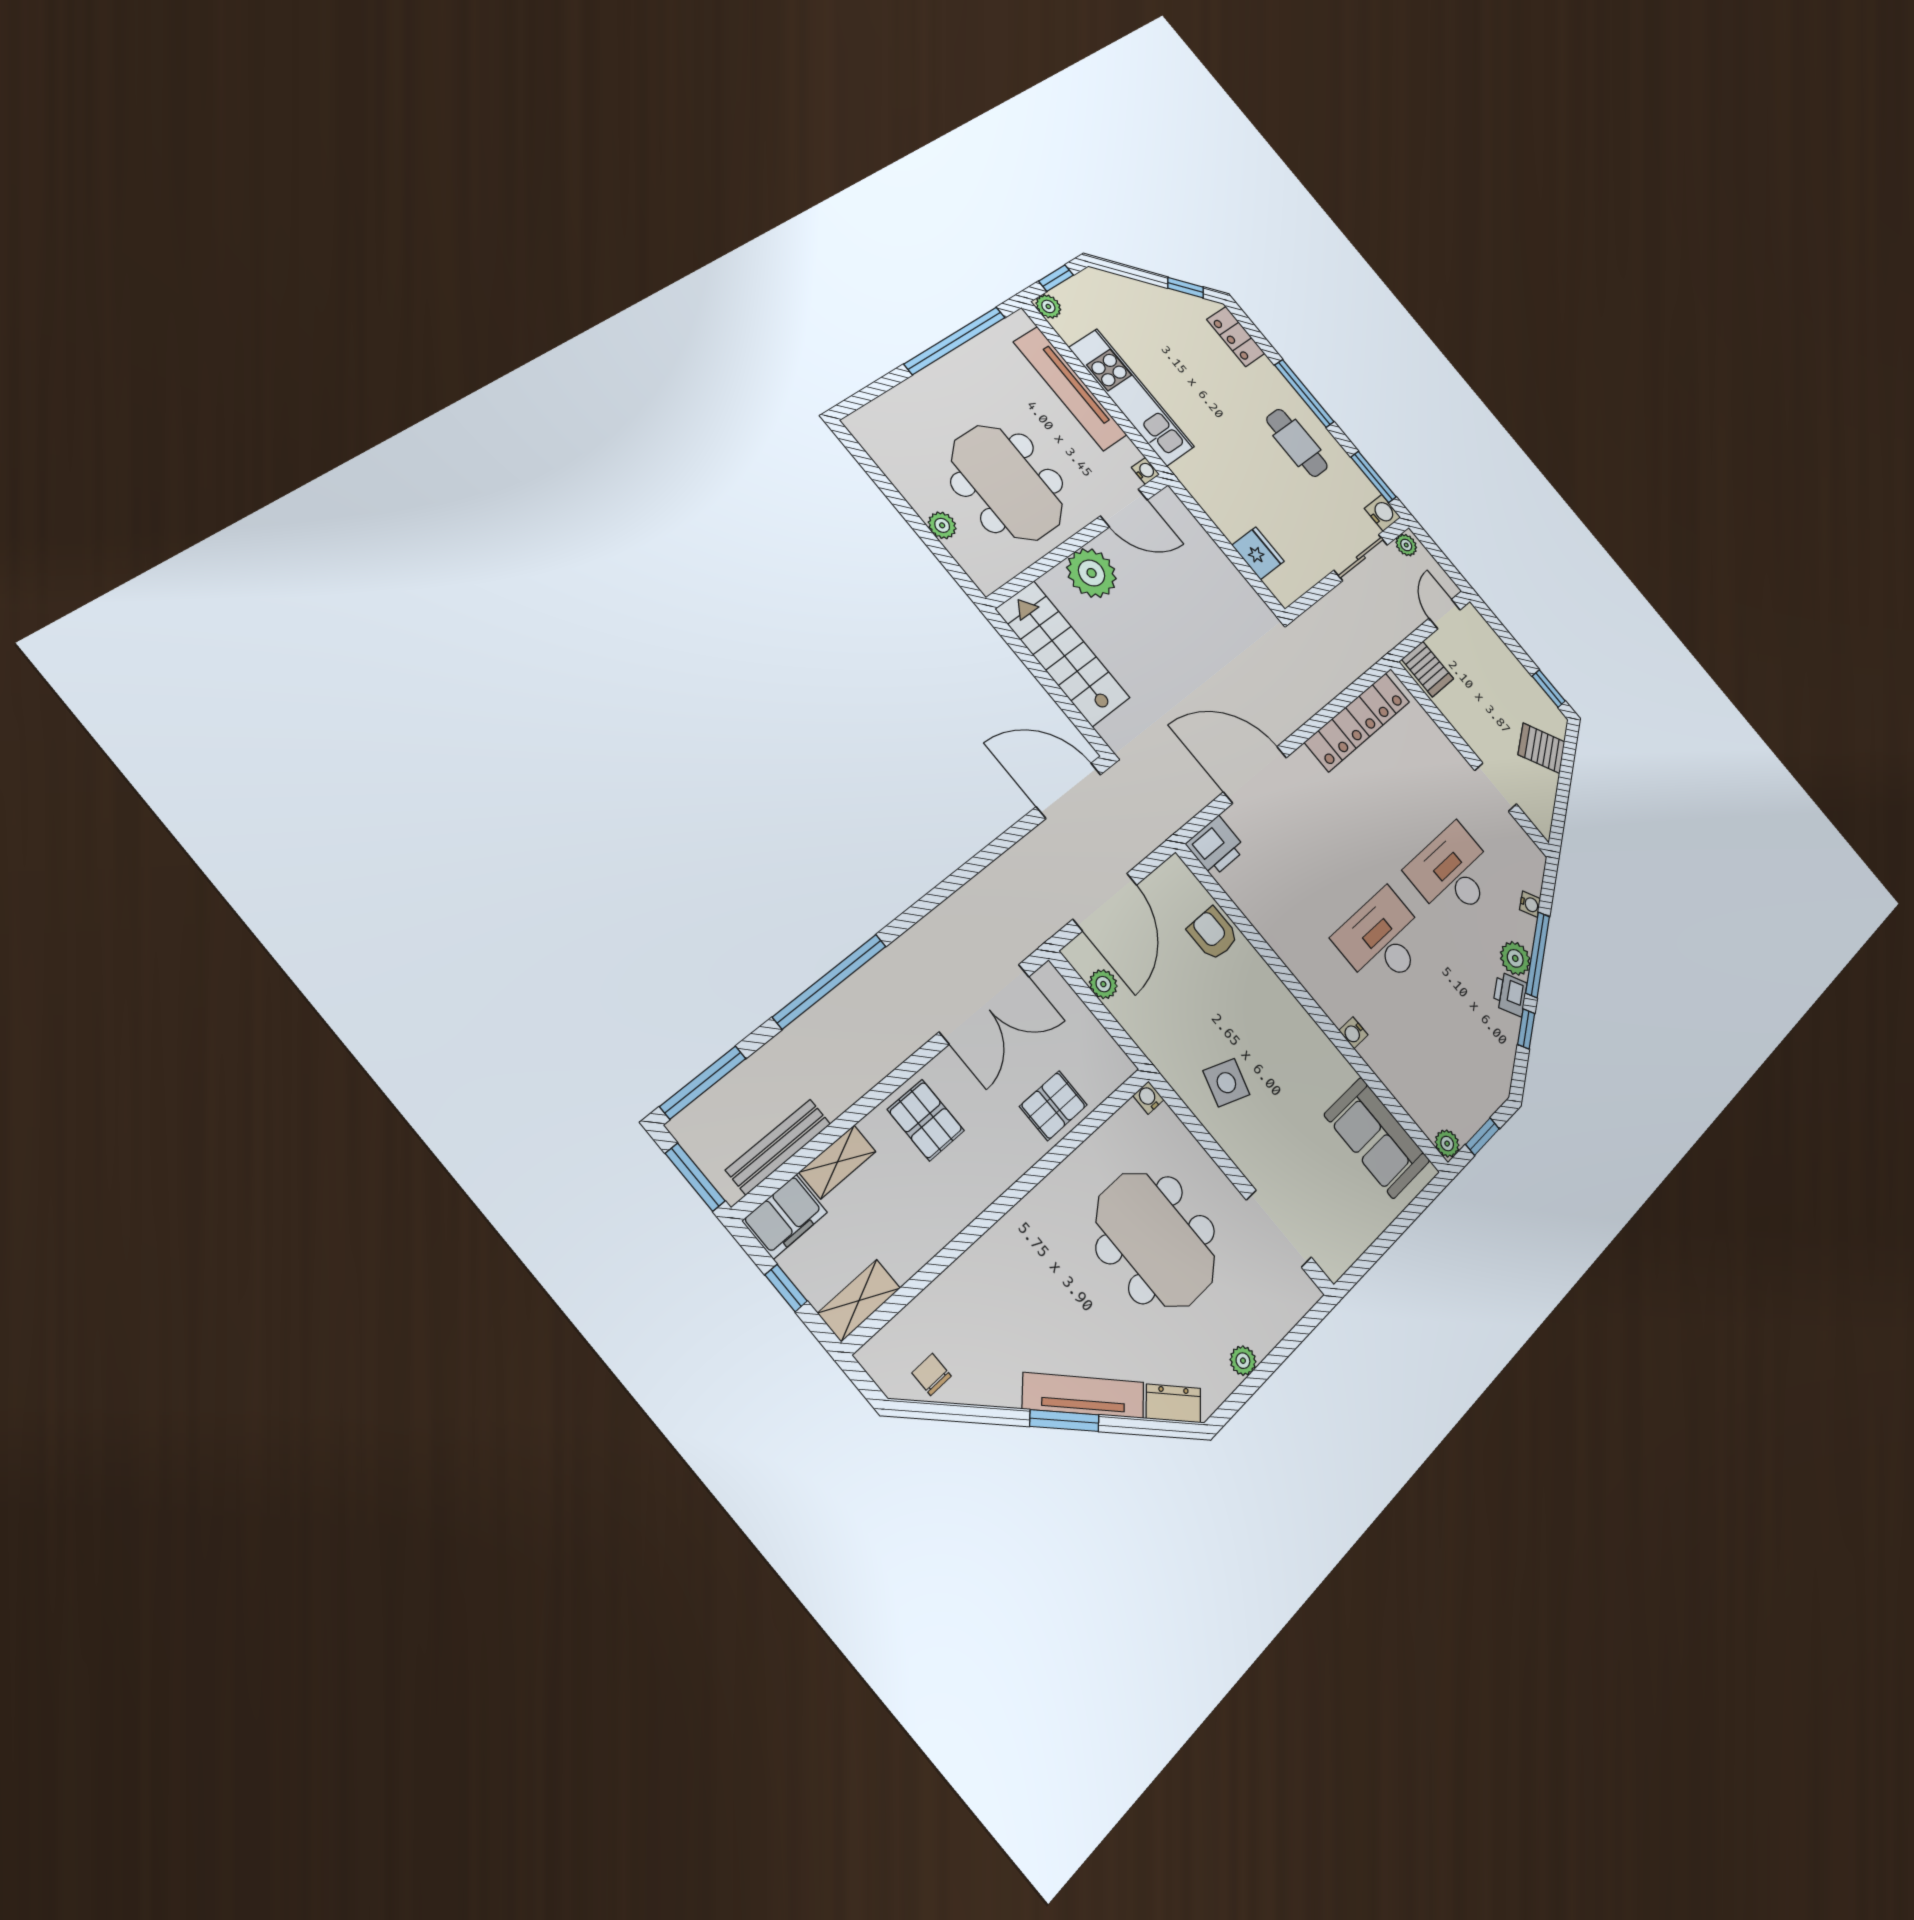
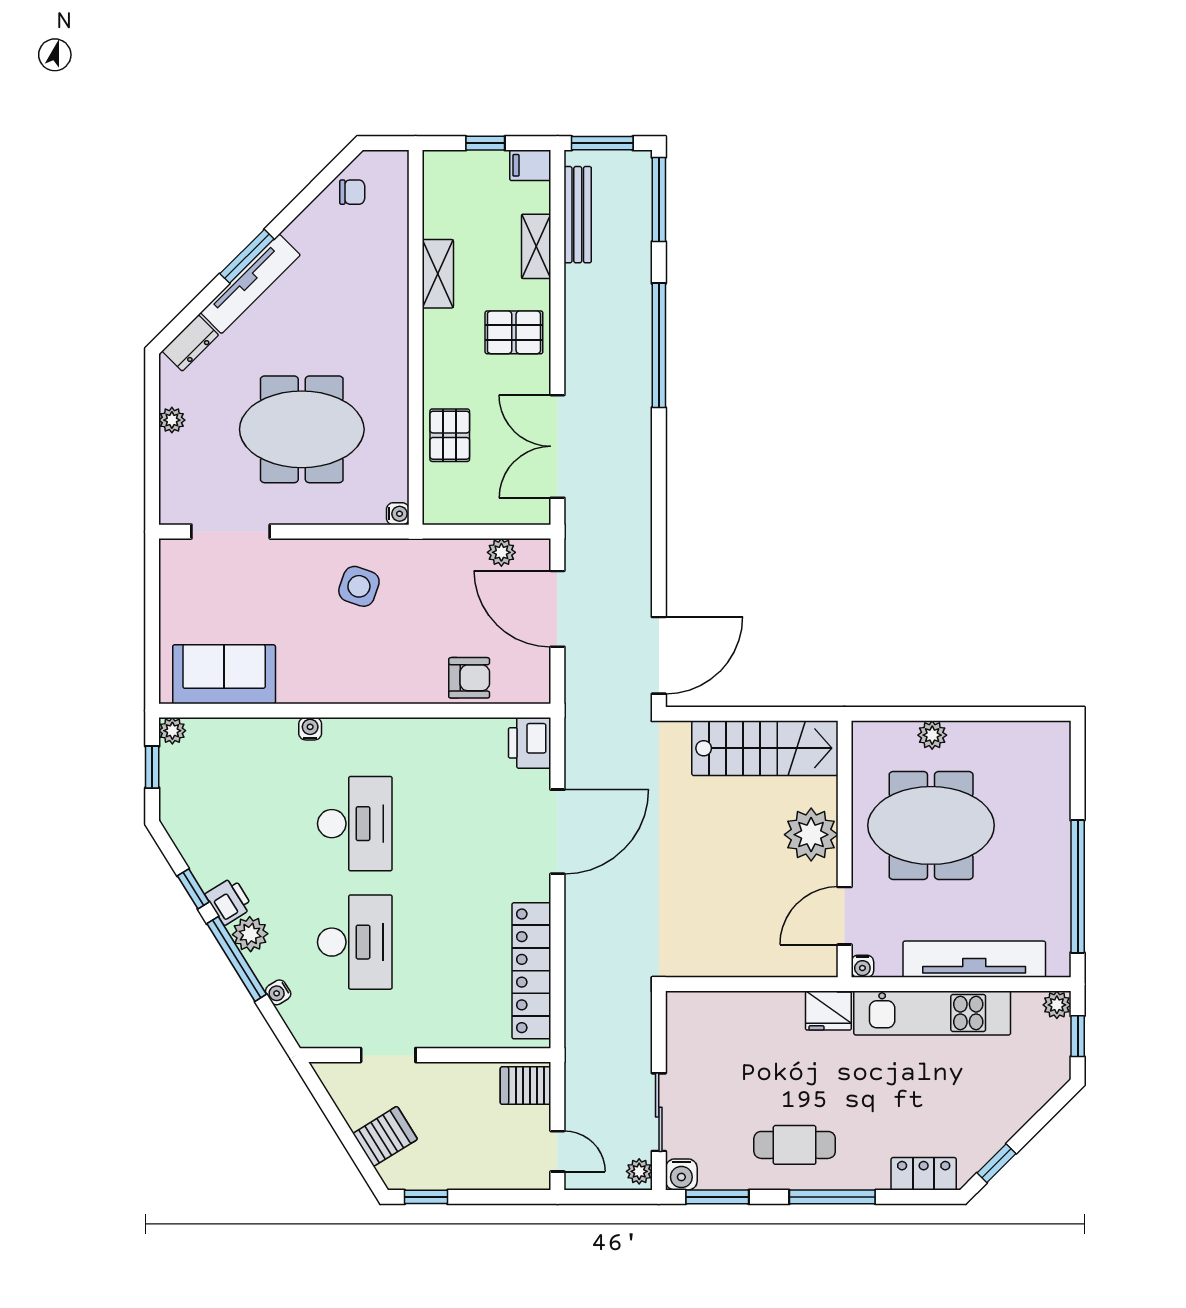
fridge: (1258, 553) -> (828, 1011), moved
filing cabinet: (785, 1217) -> (530, 165), width x0.50
shelving: (859, 1300) -> (438, 274), moved

